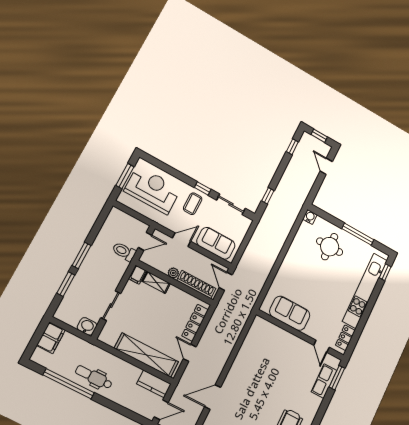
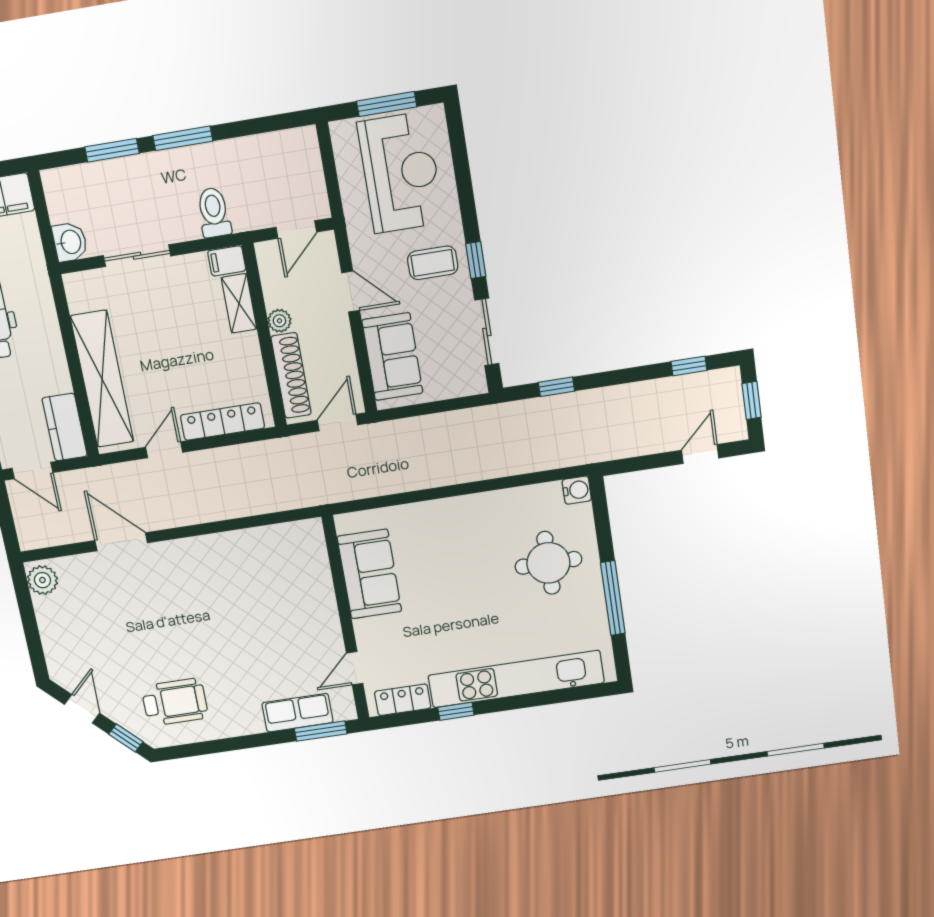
door: (145, 241) -> (296, 230), hinge flipped
toilet: (124, 252) -> (214, 213), moved
window: (385, 272) -> (456, 711), moved

